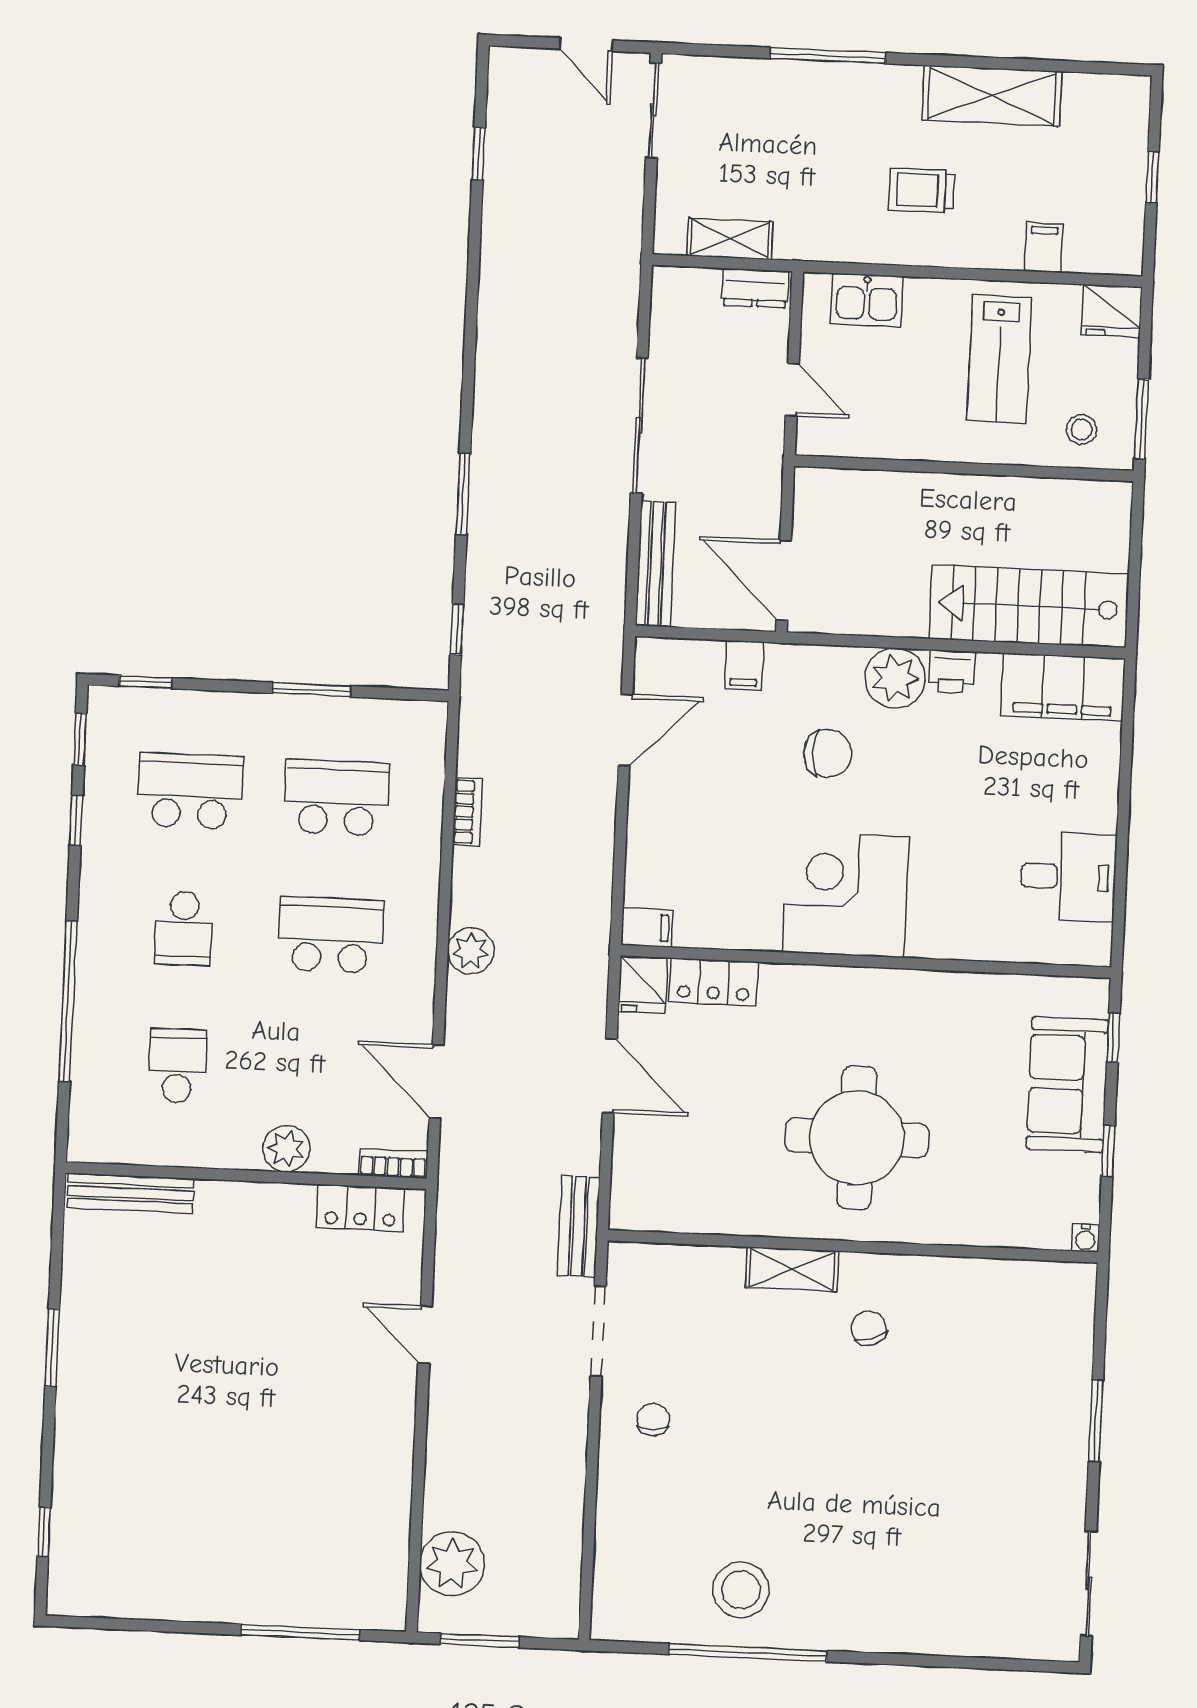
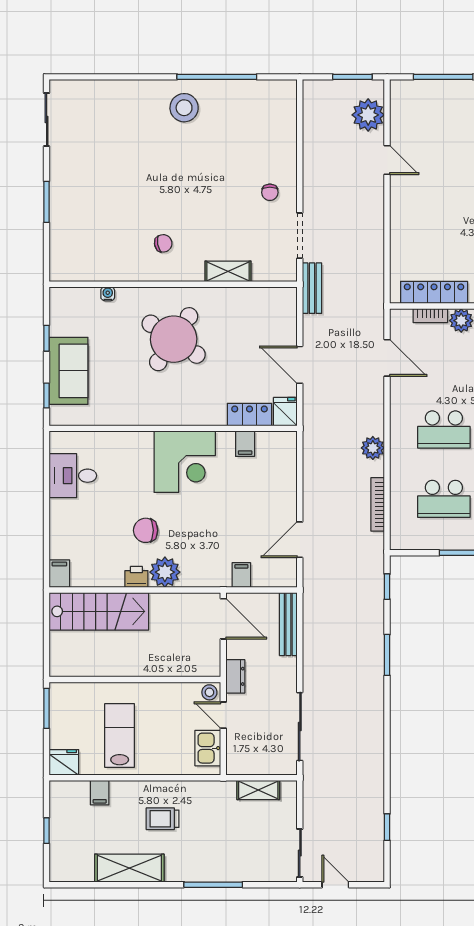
trolley: (922, 190) -> (163, 819), turned 180
dresser: (755, 288) -> (235, 676), moved, turned 90
kitchen sink: (867, 300) -> (208, 748), moved, turned -90
sliding door: (639, 426) -> (300, 727), moved
stool: (1082, 430) -> (209, 692), moved
filing cabinet: (1063, 687) -> (59, 574), width x0.33, depth x0.86
chair: (827, 753) -> (146, 530), moved
bookcase: (467, 812) -> (378, 504), width x1.56
filing cabinet: (647, 927) -> (245, 444), moved, turned -90
plant: (471, 951) -> (373, 448), moved
round table: (857, 1138) -> (174, 339), turned 34
bookcase: (393, 1163) -> (430, 316), moved
locker: (360, 1208) -> (434, 292), width x1.53
water cooler: (1085, 1238) -> (108, 294), moved
shelving: (792, 1269) -> (228, 271), moved
chair: (869, 1328) -> (163, 243), turned -81
door: (425, 1335) -> (387, 160), moved
stool: (741, 1590) -> (184, 108), moved

